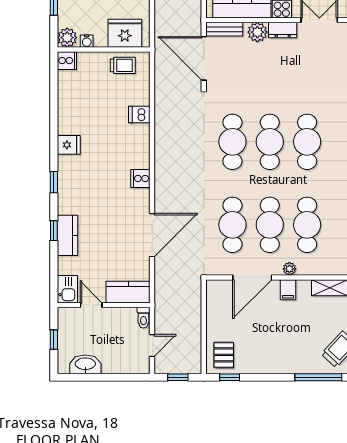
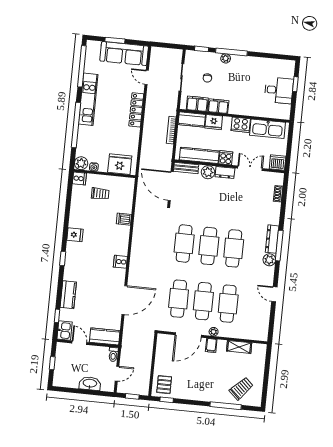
trolley: (123, 65) -> (100, 194), moved
window: (54, 231) -> (57, 316), moved
washbasin: (85, 364) -> (90, 383), moved

